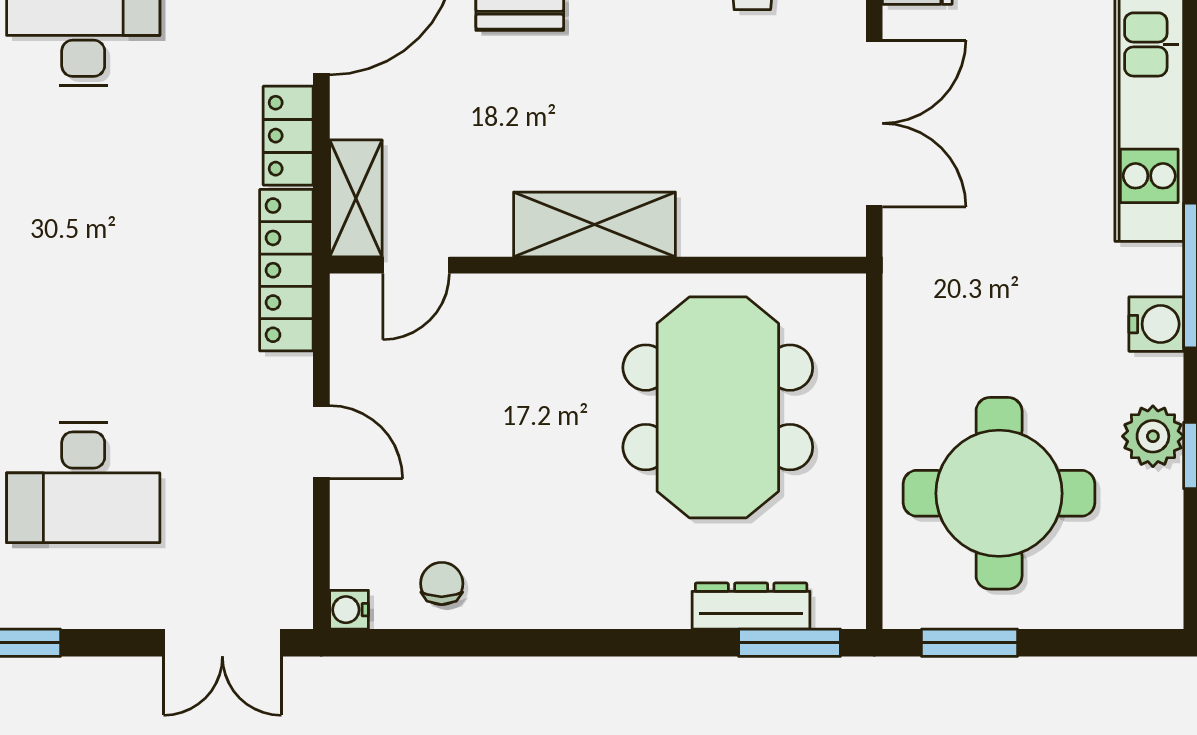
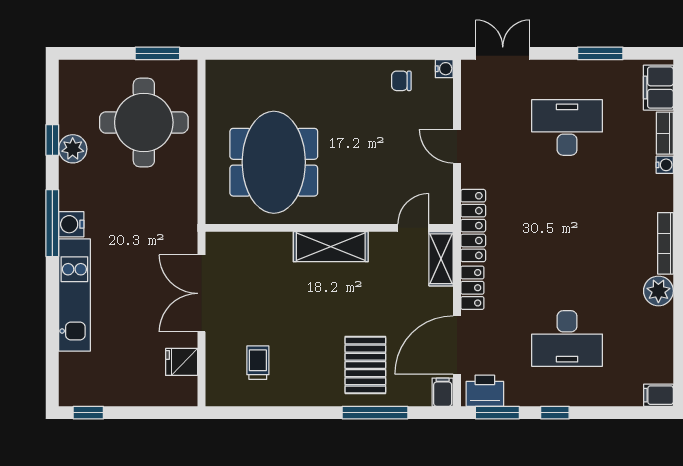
water cooler: (1156, 324) -> (71, 224), moved
chair: (442, 583) -> (401, 81), turned 90
dresser: (751, 606) -> (258, 70), removed
window: (790, 643) -> (241, 53), removed

